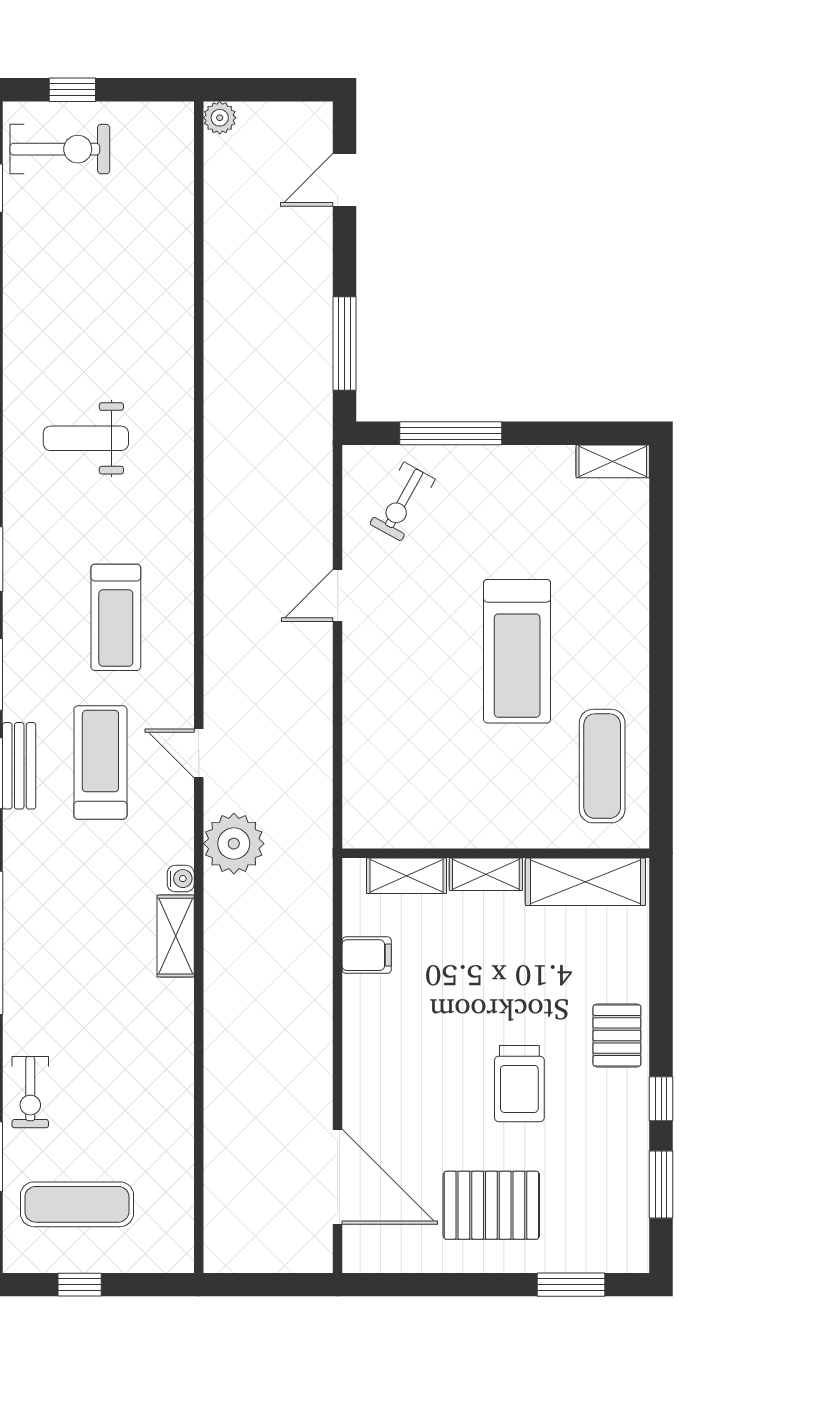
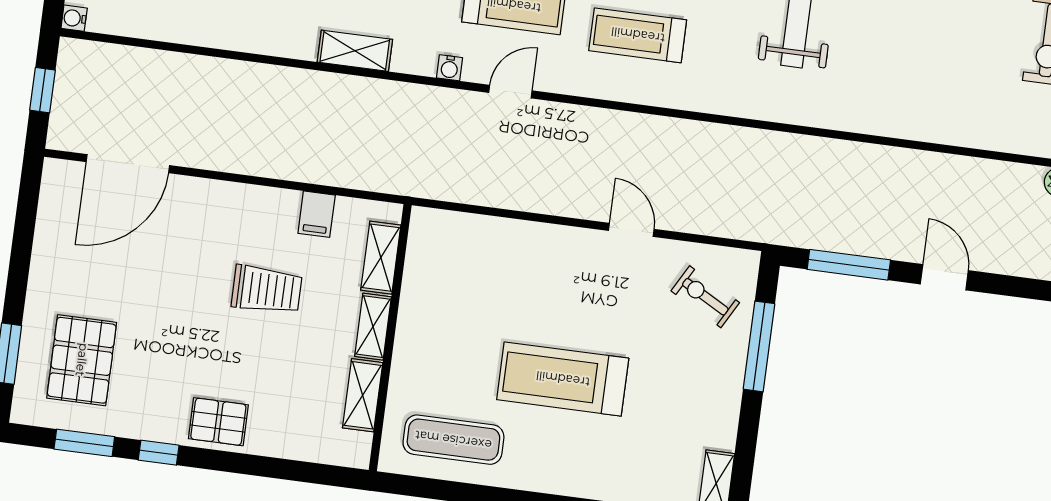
door: (345, 180) -> (944, 277), moved
plant: (234, 844) -> (428, 112), removed
water cooler: (181, 879) -> (449, 68), moved
shelving: (585, 882) -> (363, 395), width x0.67, depth x0.75
trolley: (519, 1084) -> (267, 290), moved, turned 180
pallet: (491, 1205) -> (82, 360), moved
water cooler: (181, 1260) -> (74, 18), added
window: (267, 1285) -> (43, 90), added

